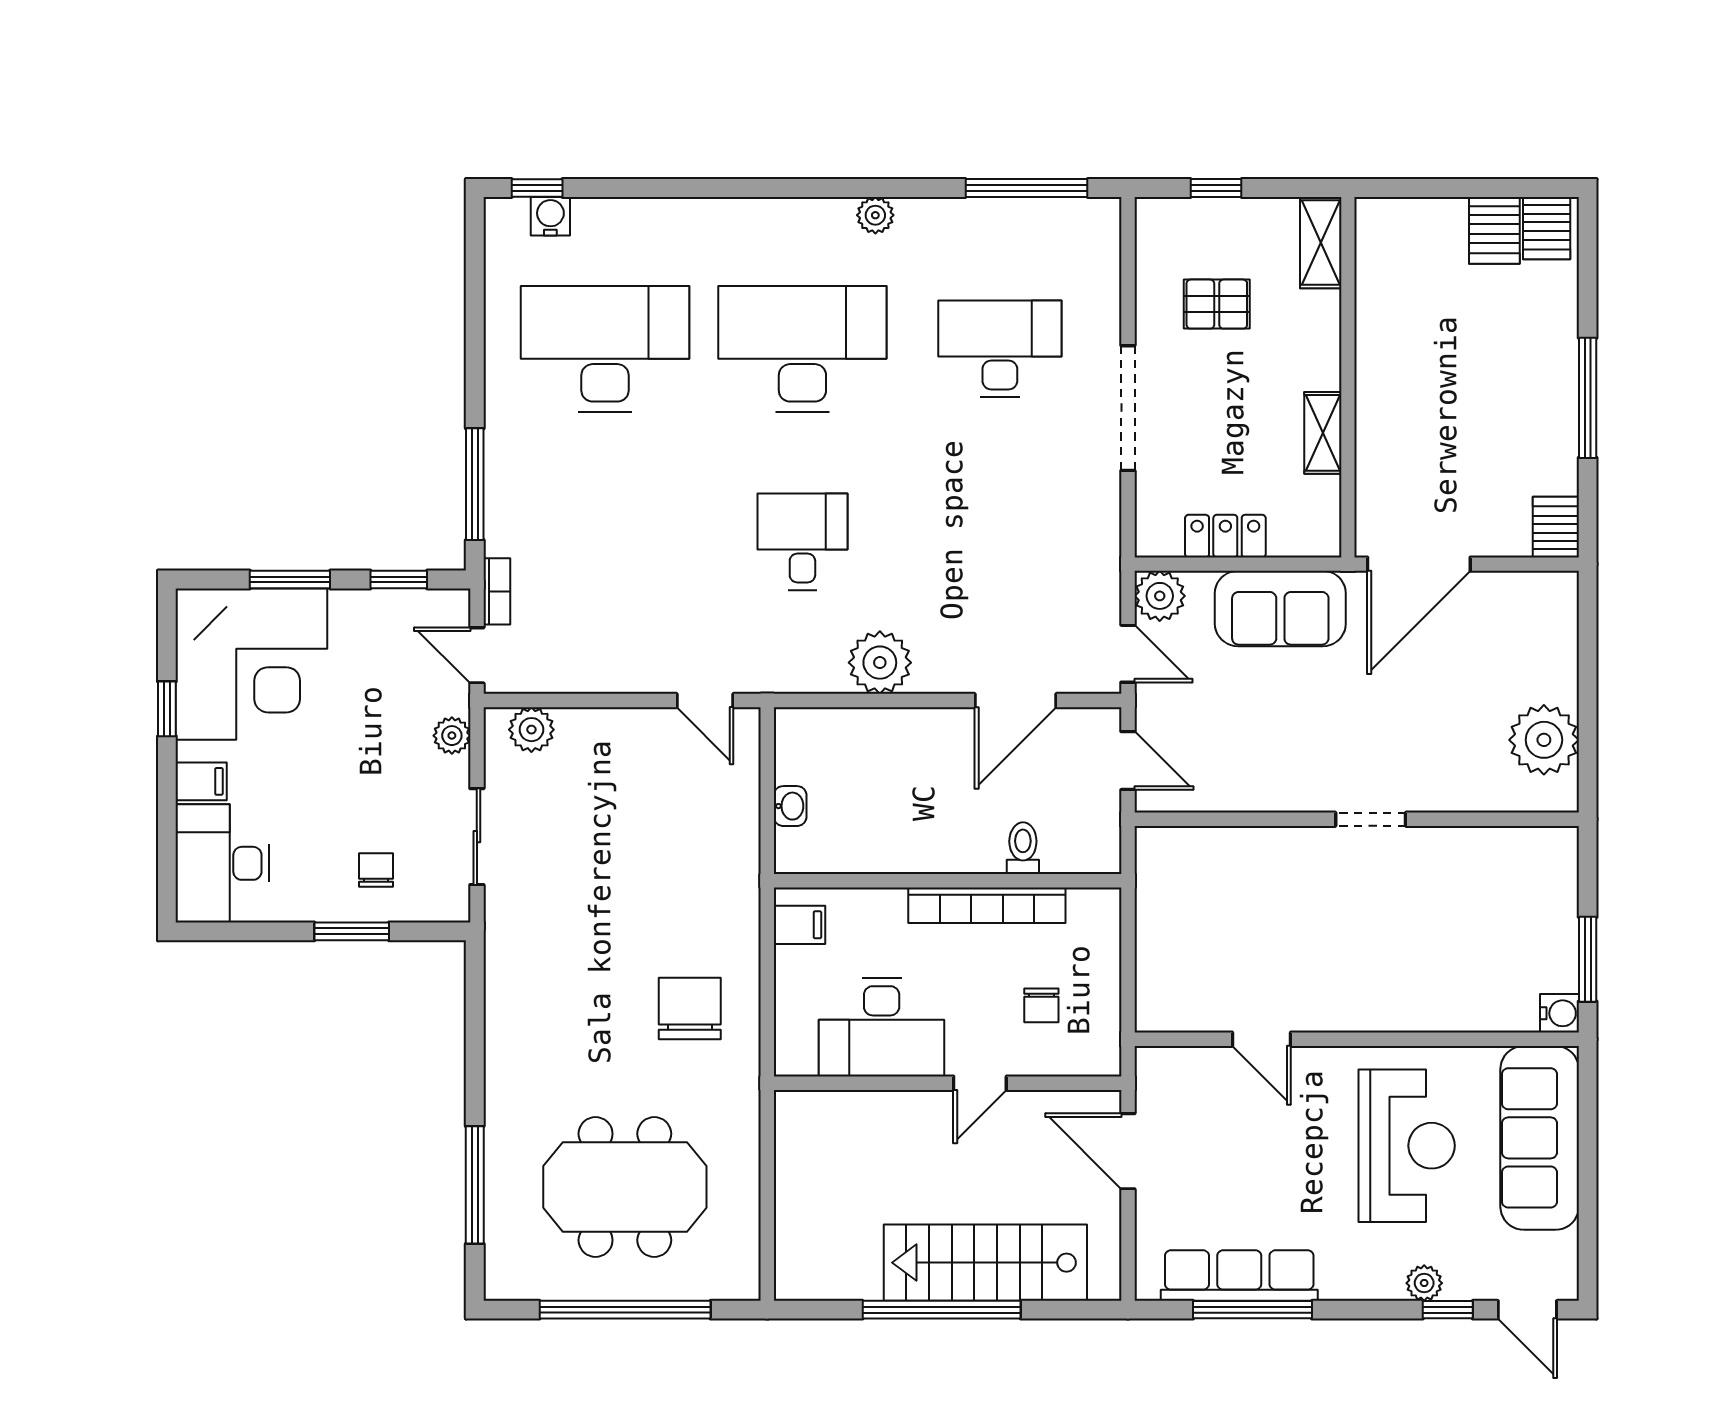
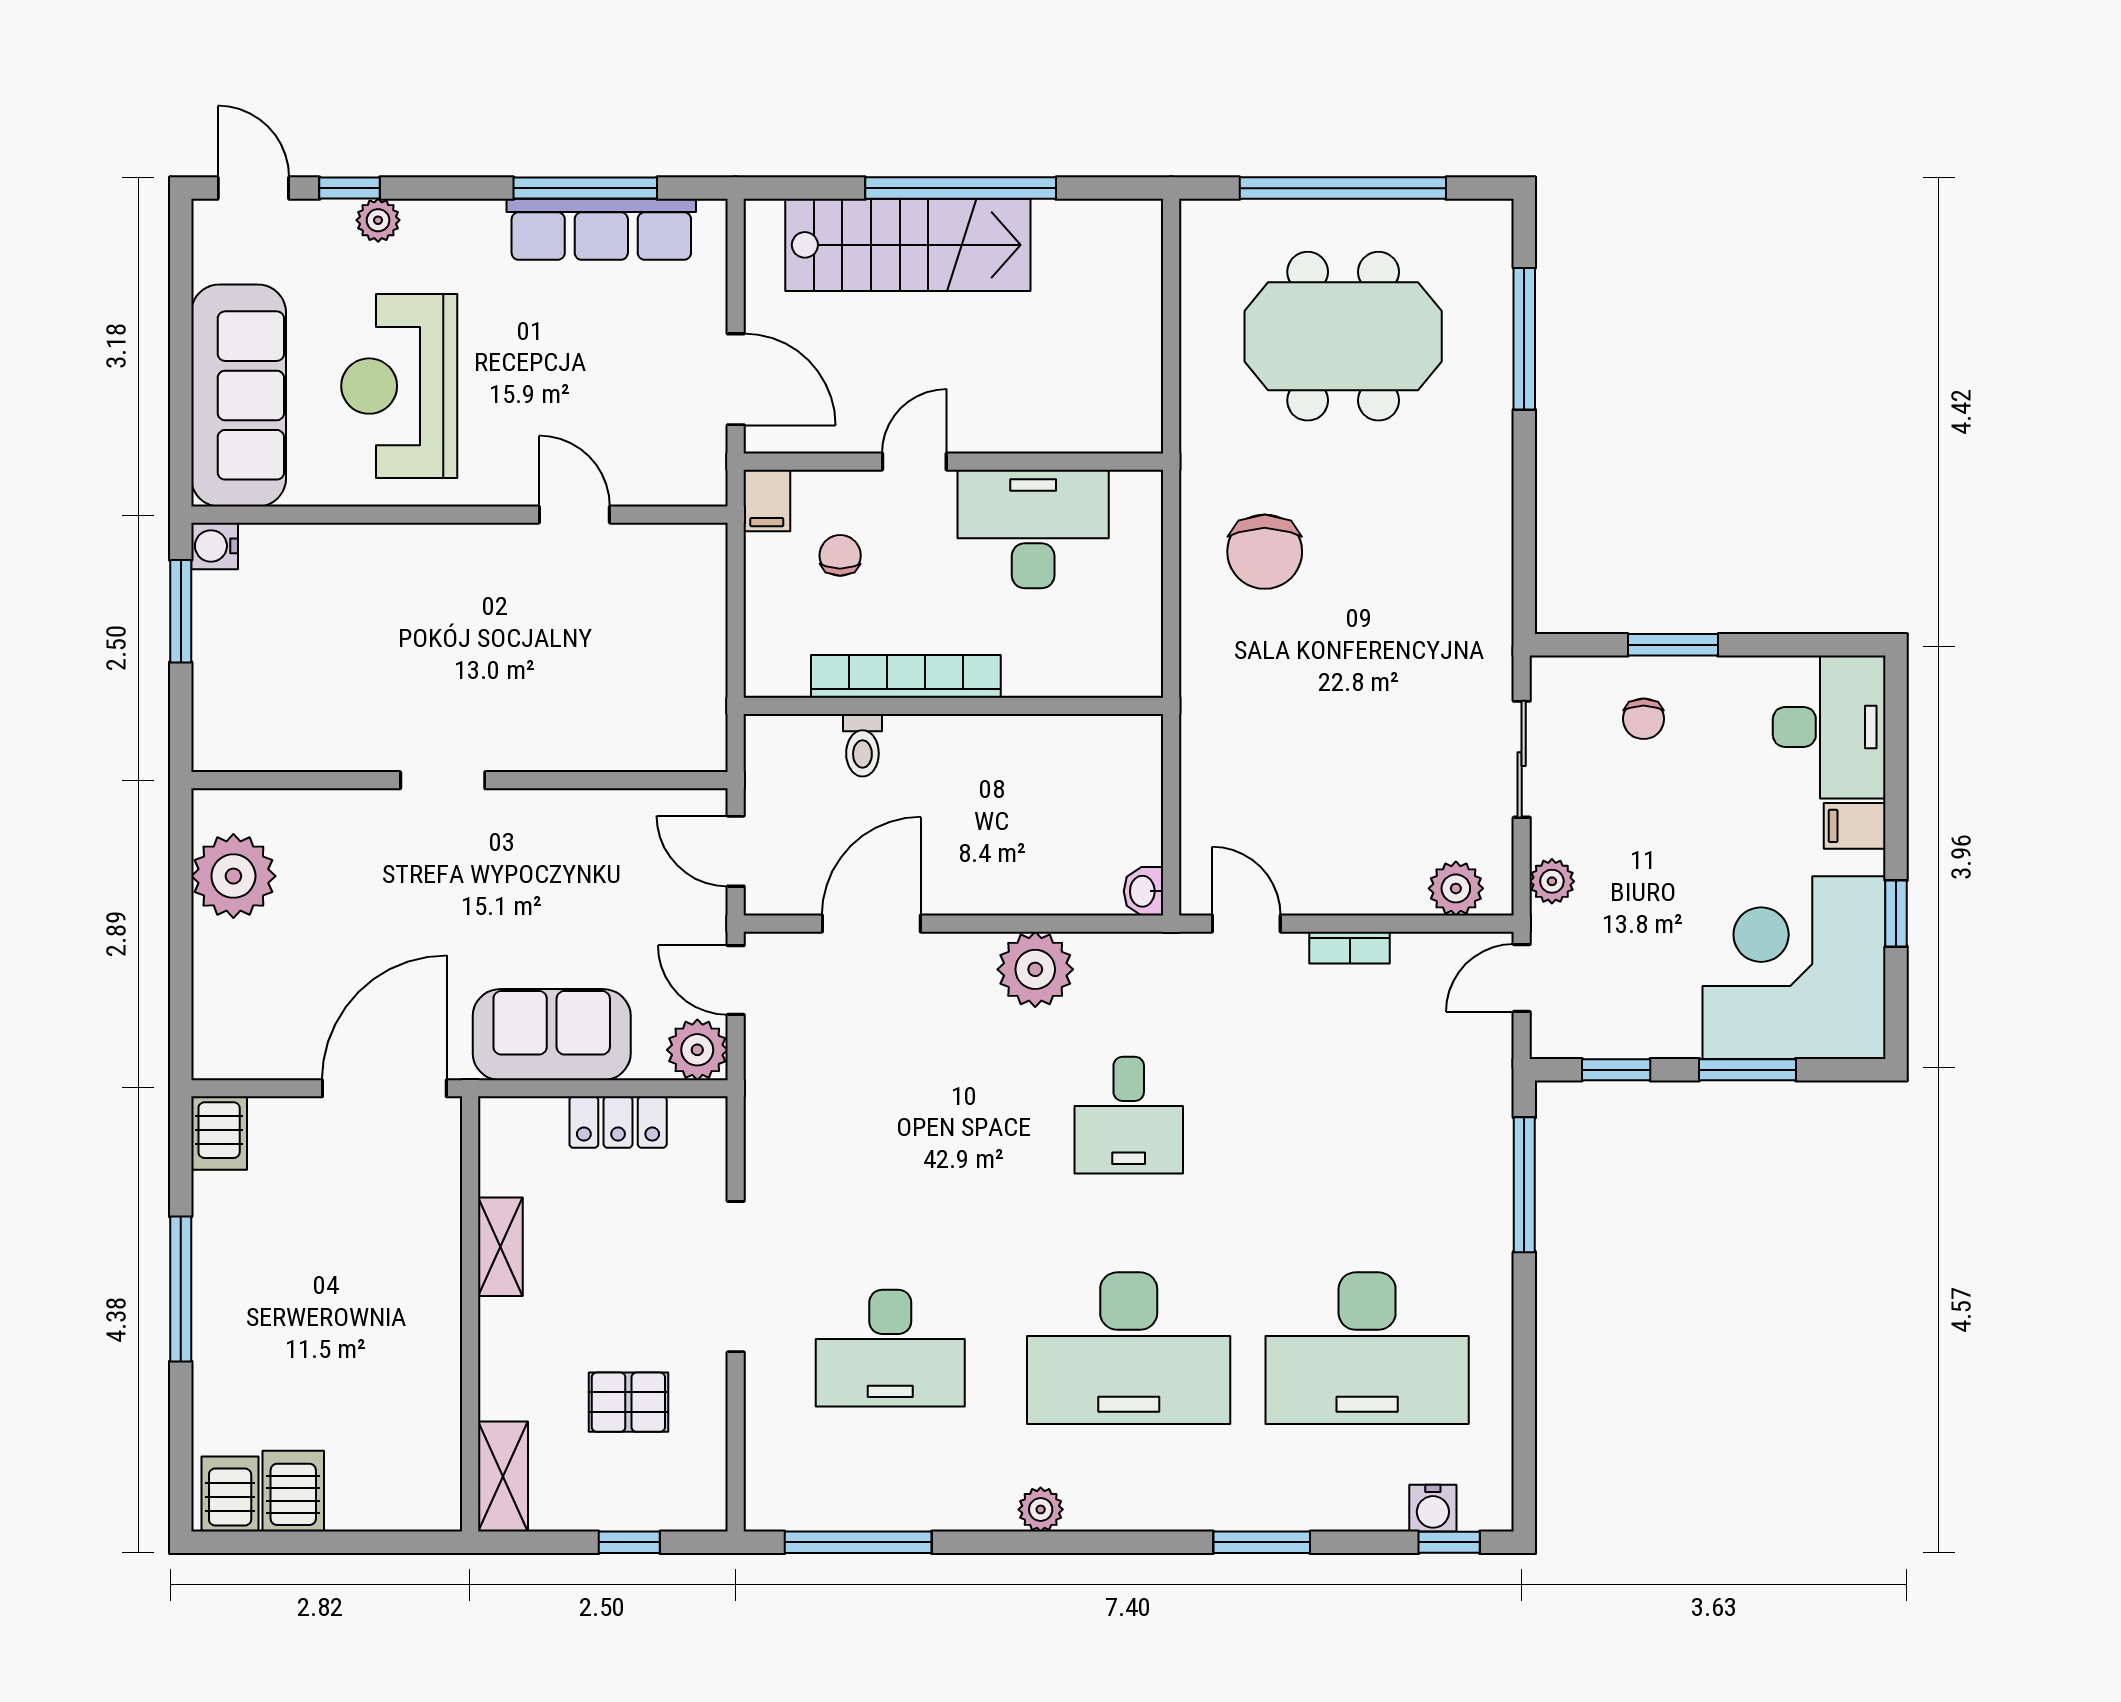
window: (692, 188) -> (1262, 1542), added
bookcase: (497, 591) -> (1350, 948), moved, turned -90
door: (477, 655) -> (1522, 978), swing flipped
washbasin: (790, 806) -> (1144, 891), moved
filing cabinet: (799, 925) -> (767, 500), moved, turned -90

